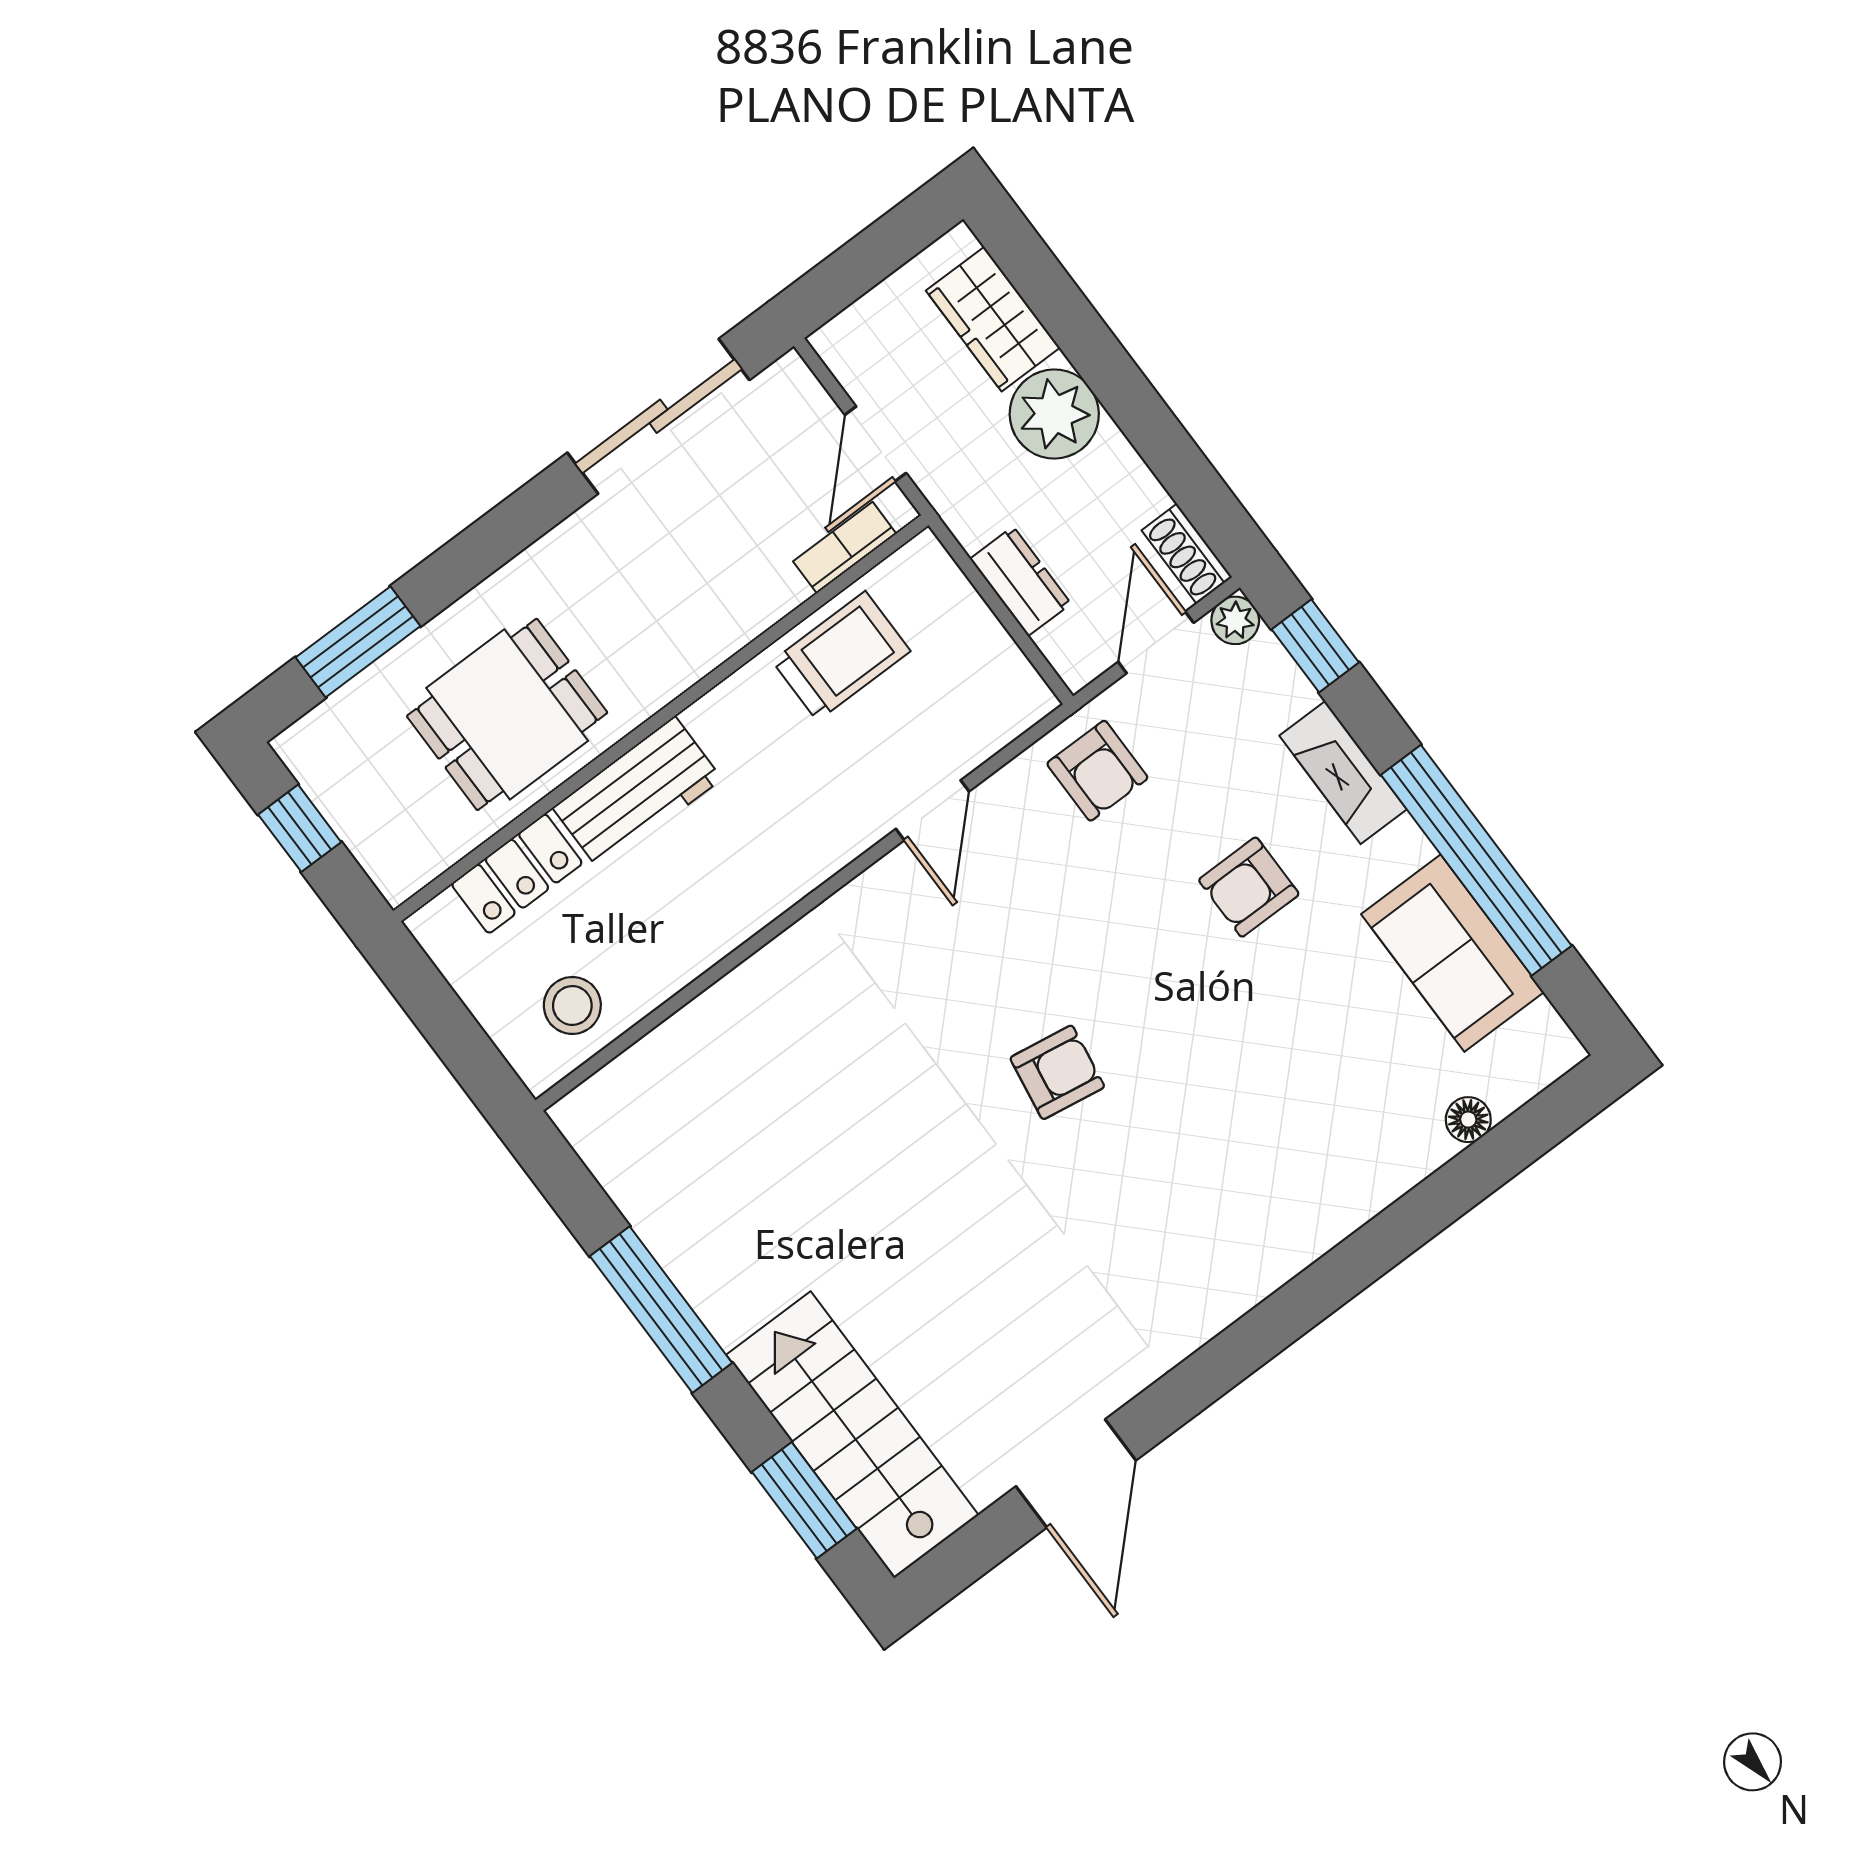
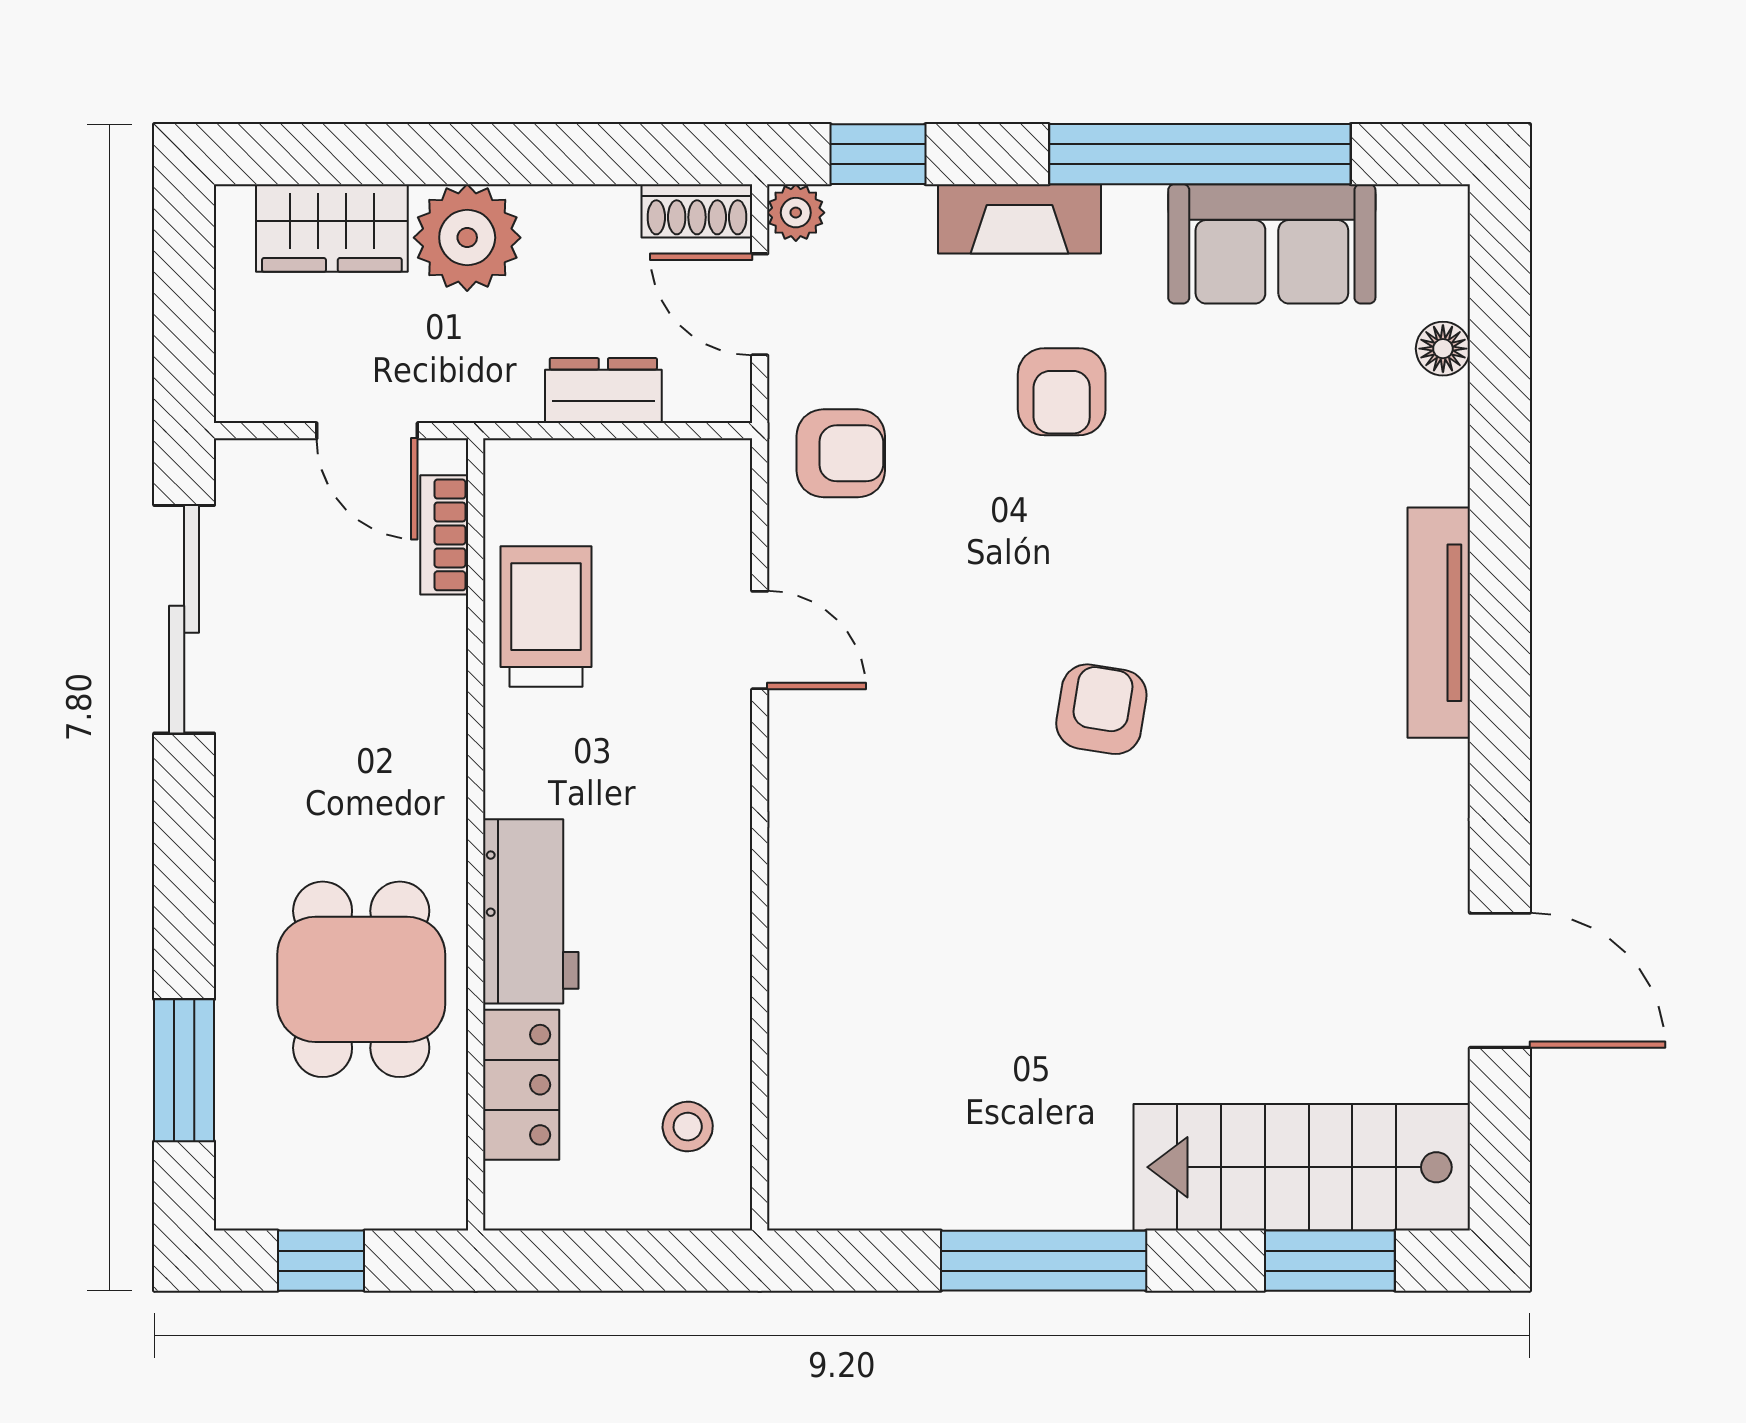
stool: (572, 1005) -> (688, 1127), width x0.73, depth x0.73
tv unit: (1284, 1254) -> (1439, 623), added

